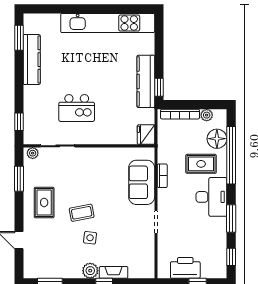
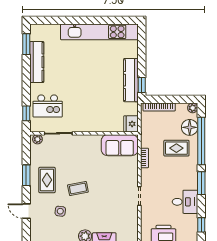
kitchen island: (77, 108) -> (48, 106), moved
plant: (207, 115) -> (193, 108), moved
window: (19, 179) -> (26, 175), moved
sofa: (142, 182) -> (120, 145), moved, turned -90
desk: (211, 197) -> (185, 202), moved, width x0.73
window: (231, 218) -> (201, 183), moved
side table: (90, 238) -> (60, 211), moved

